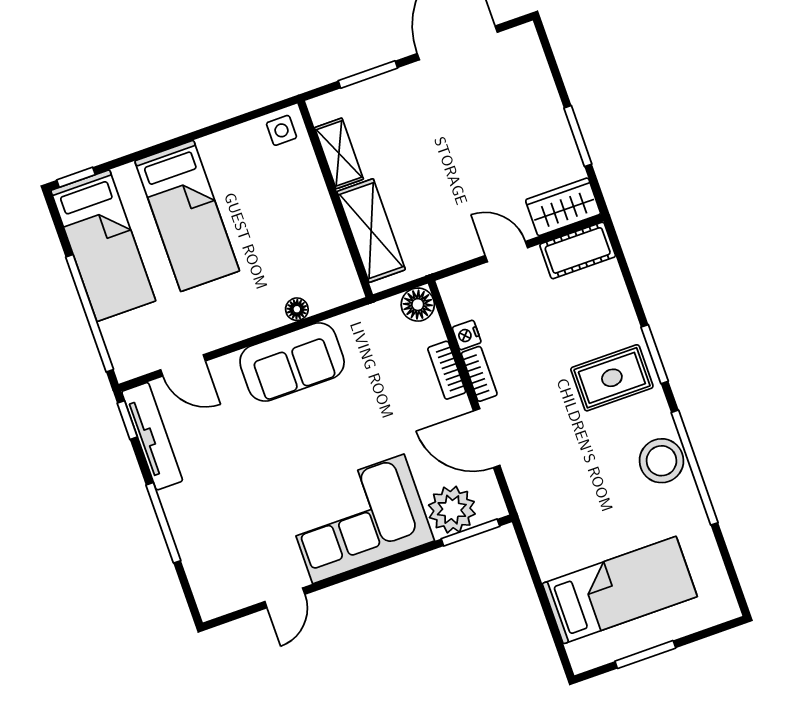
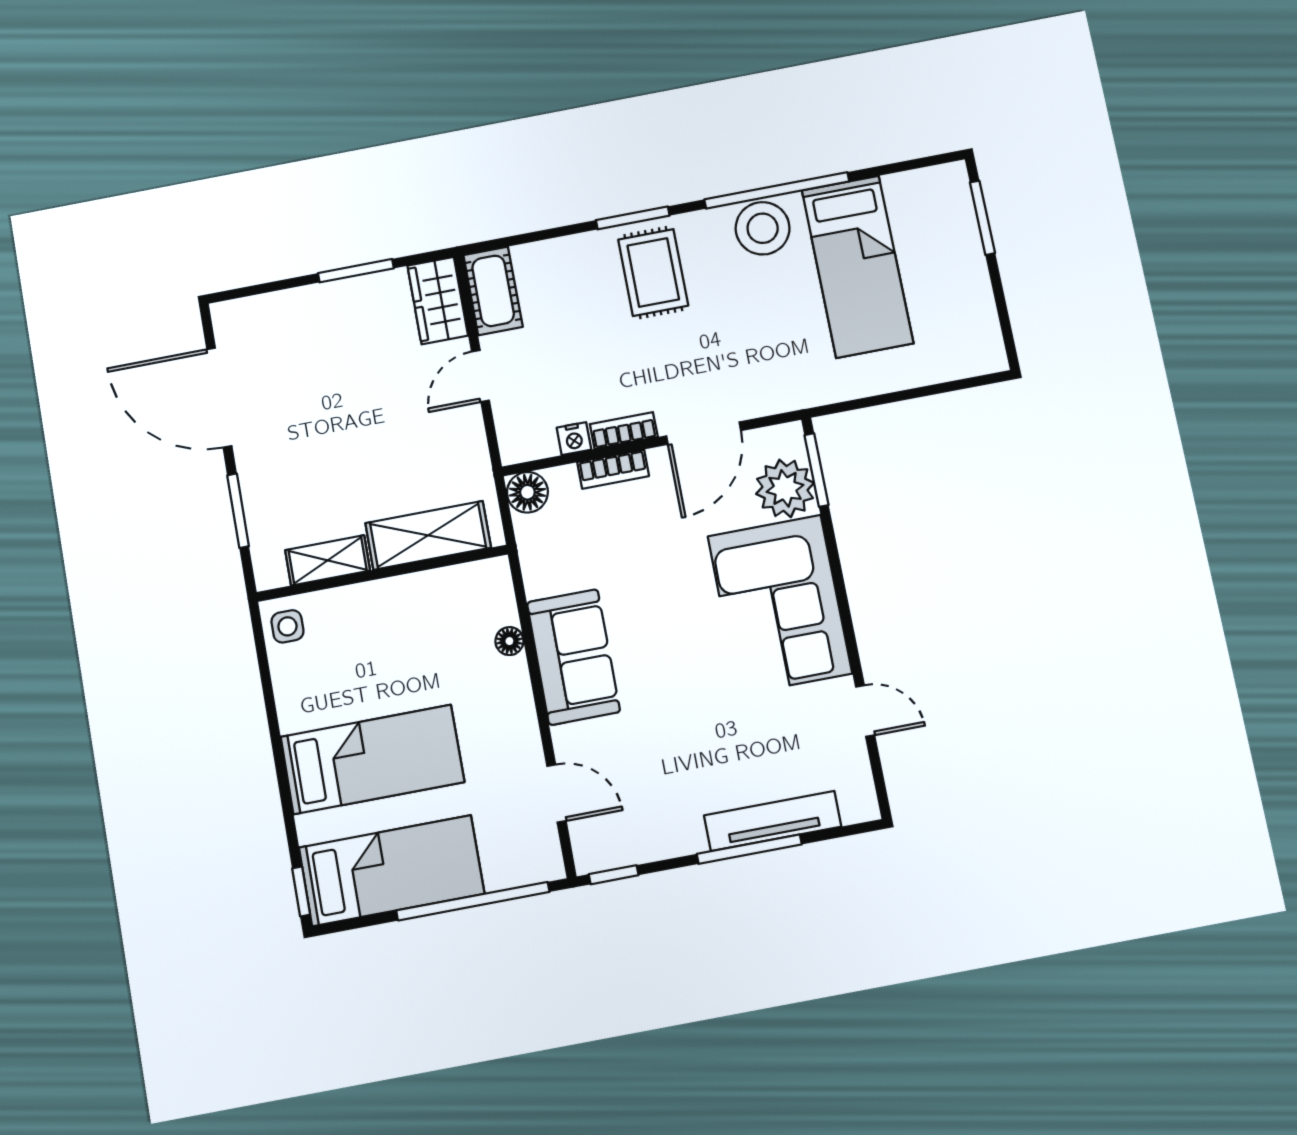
door: (183, 365) -> (556, 793), hinge flipped
tv unit: (152, 436) -> (773, 821), moved
bed: (620, 590) -> (857, 267), moved, turned 180
window: (645, 655) -> (982, 218), moved

